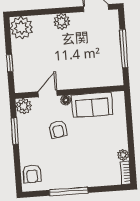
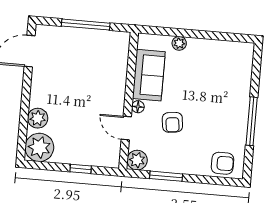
plant: (62, 21) -> (38, 118), moved
armchair: (58, 129) -> (172, 122), turned 91
plant: (123, 155) -> (179, 43), moved
bookcase: (126, 173) -> (240, 47), removed

